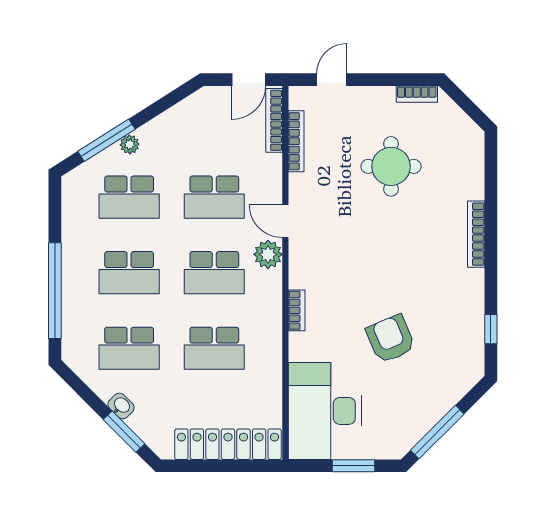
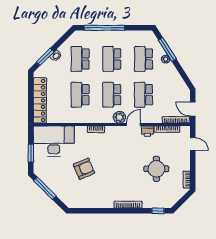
printer: (301, 188) -> (147, 131), added
window: (491, 329) -> (158, 211), moved

